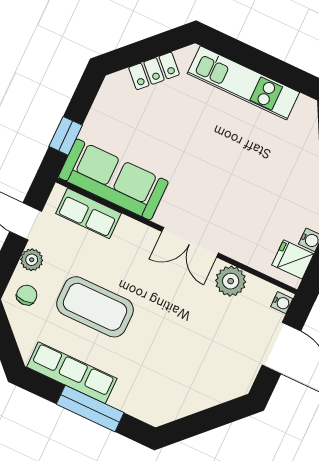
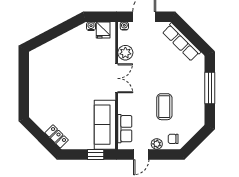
locker: (154, 71) -> (57, 136), moved
kitchen unit: (243, 83) -> (36, 88), removed
coffee table: (95, 307) -> (164, 107), width x0.73, depth x0.76
row of seats: (72, 373) -> (181, 42), moved, turned -45

